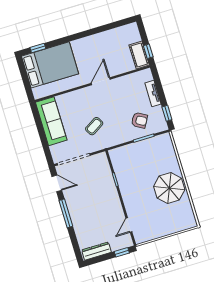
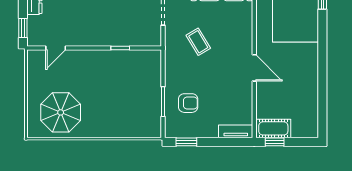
tv unit: (153, 94) -> (236, 131), moved
armchair: (139, 120) -> (188, 103), turned -120
parasol: (169, 188) -> (61, 112), moved
door: (129, 225) -> (56, 48), swing flipped

